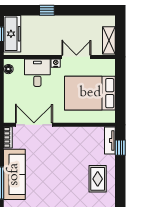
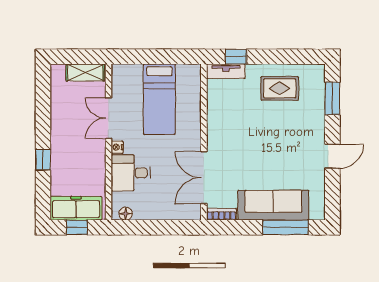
bed: (90, 93) -> (159, 99), width x0.67

